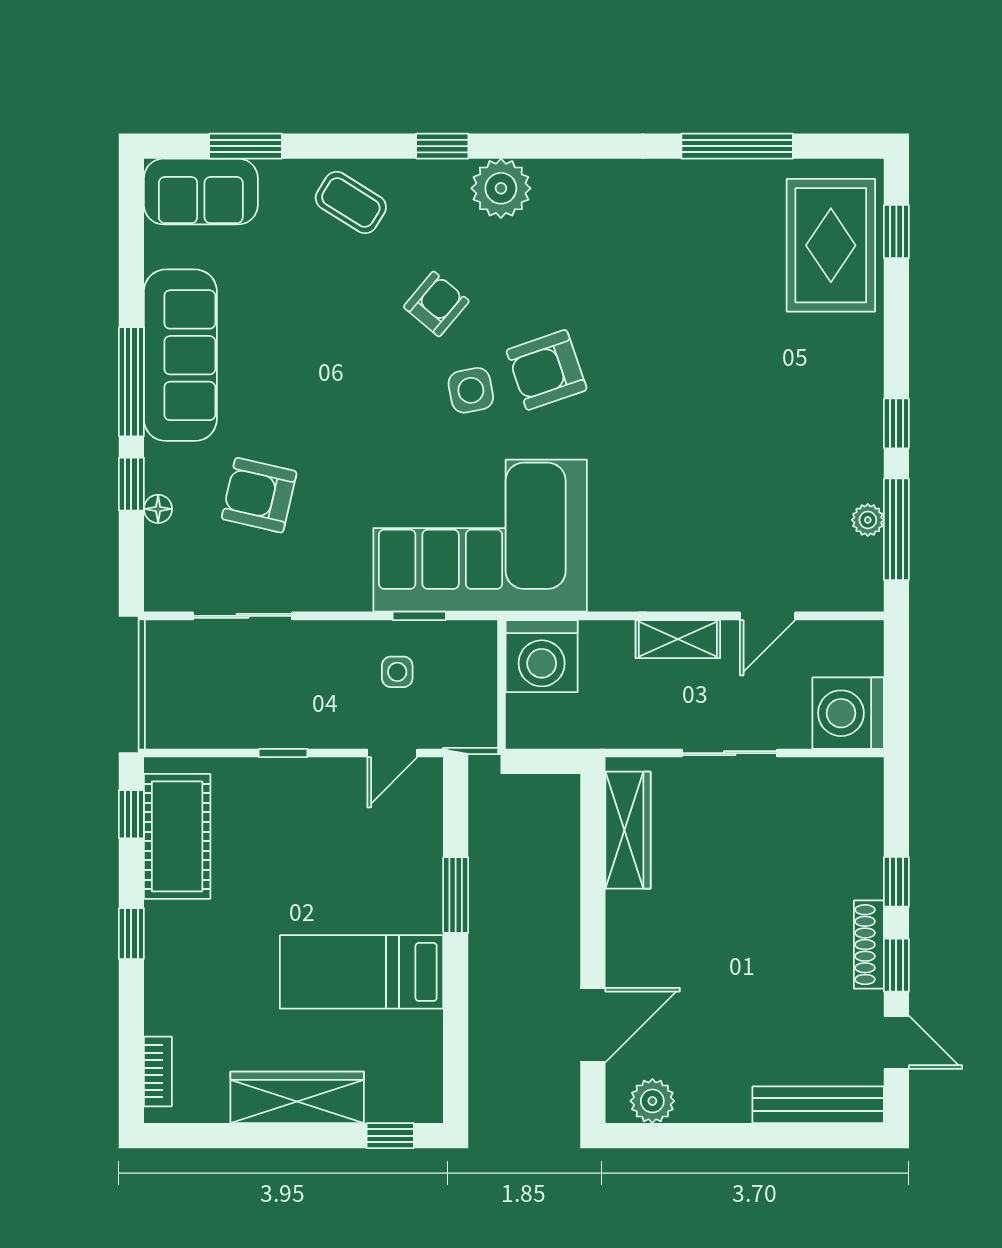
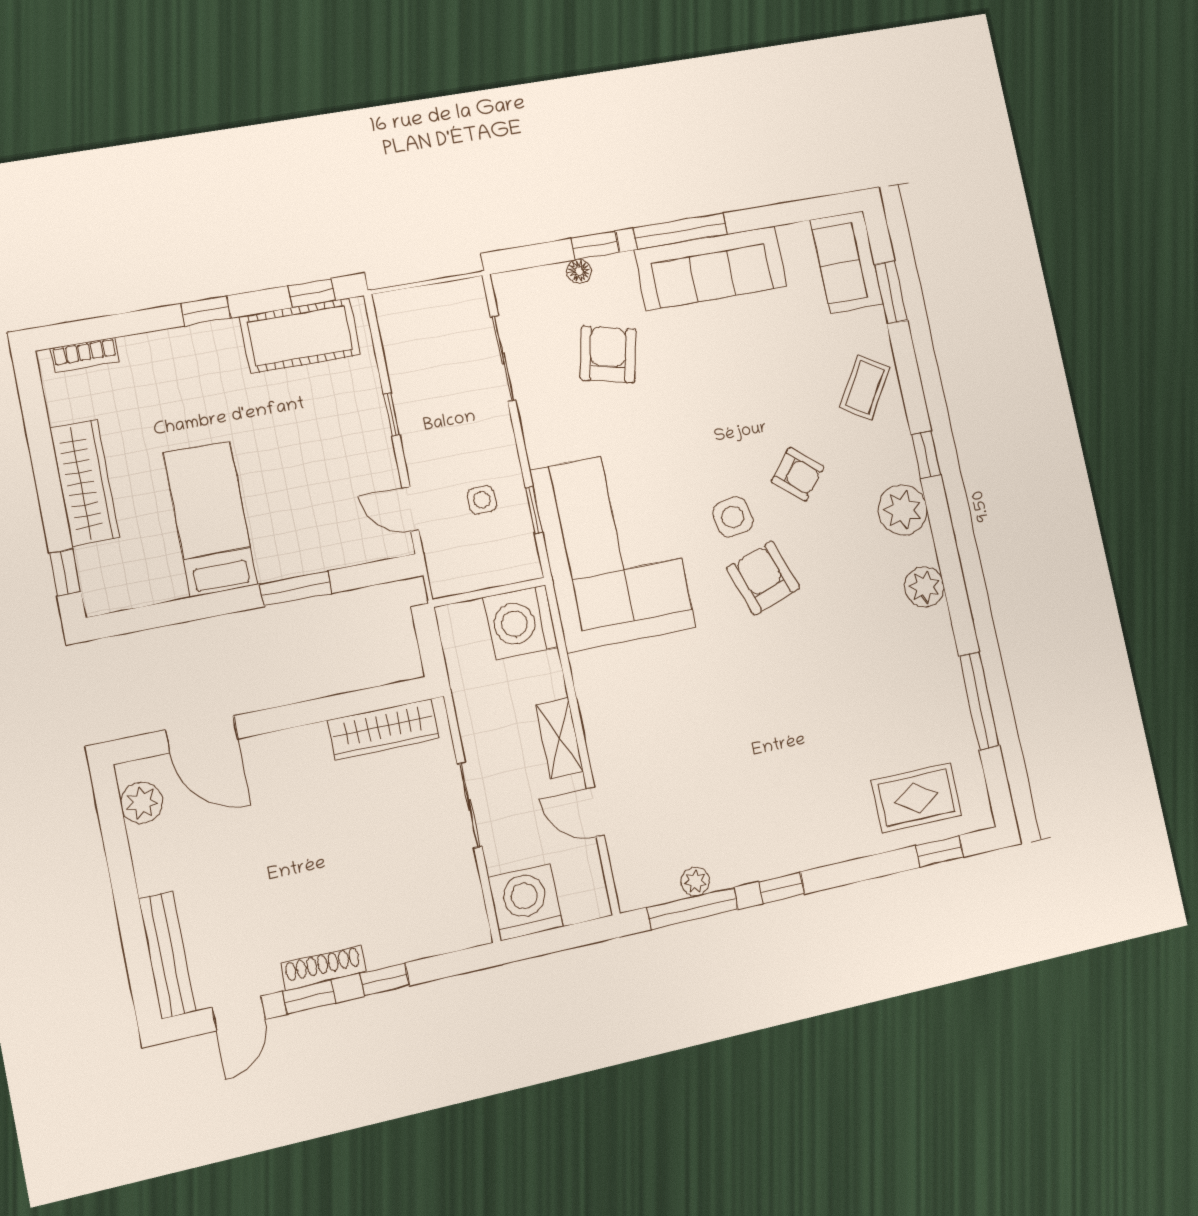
plant: (594, 182) -> (924, 587), added
rug: (831, 245) -> (916, 798), width x0.73, depth x0.70

